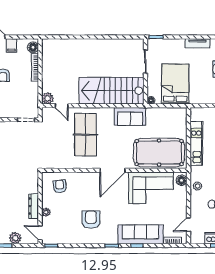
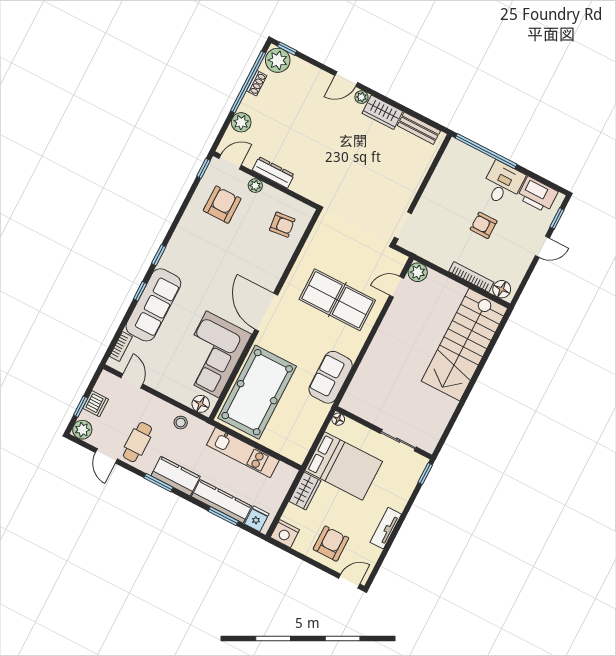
filing cabinet: (11, 45) -> (520, 260), removed
stairs: (111, 91) -> (464, 345), moved, turned 180
wardrobe: (200, 98) -> (305, 491), added
armchair: (91, 220) -> (222, 205), moved, turned -90

